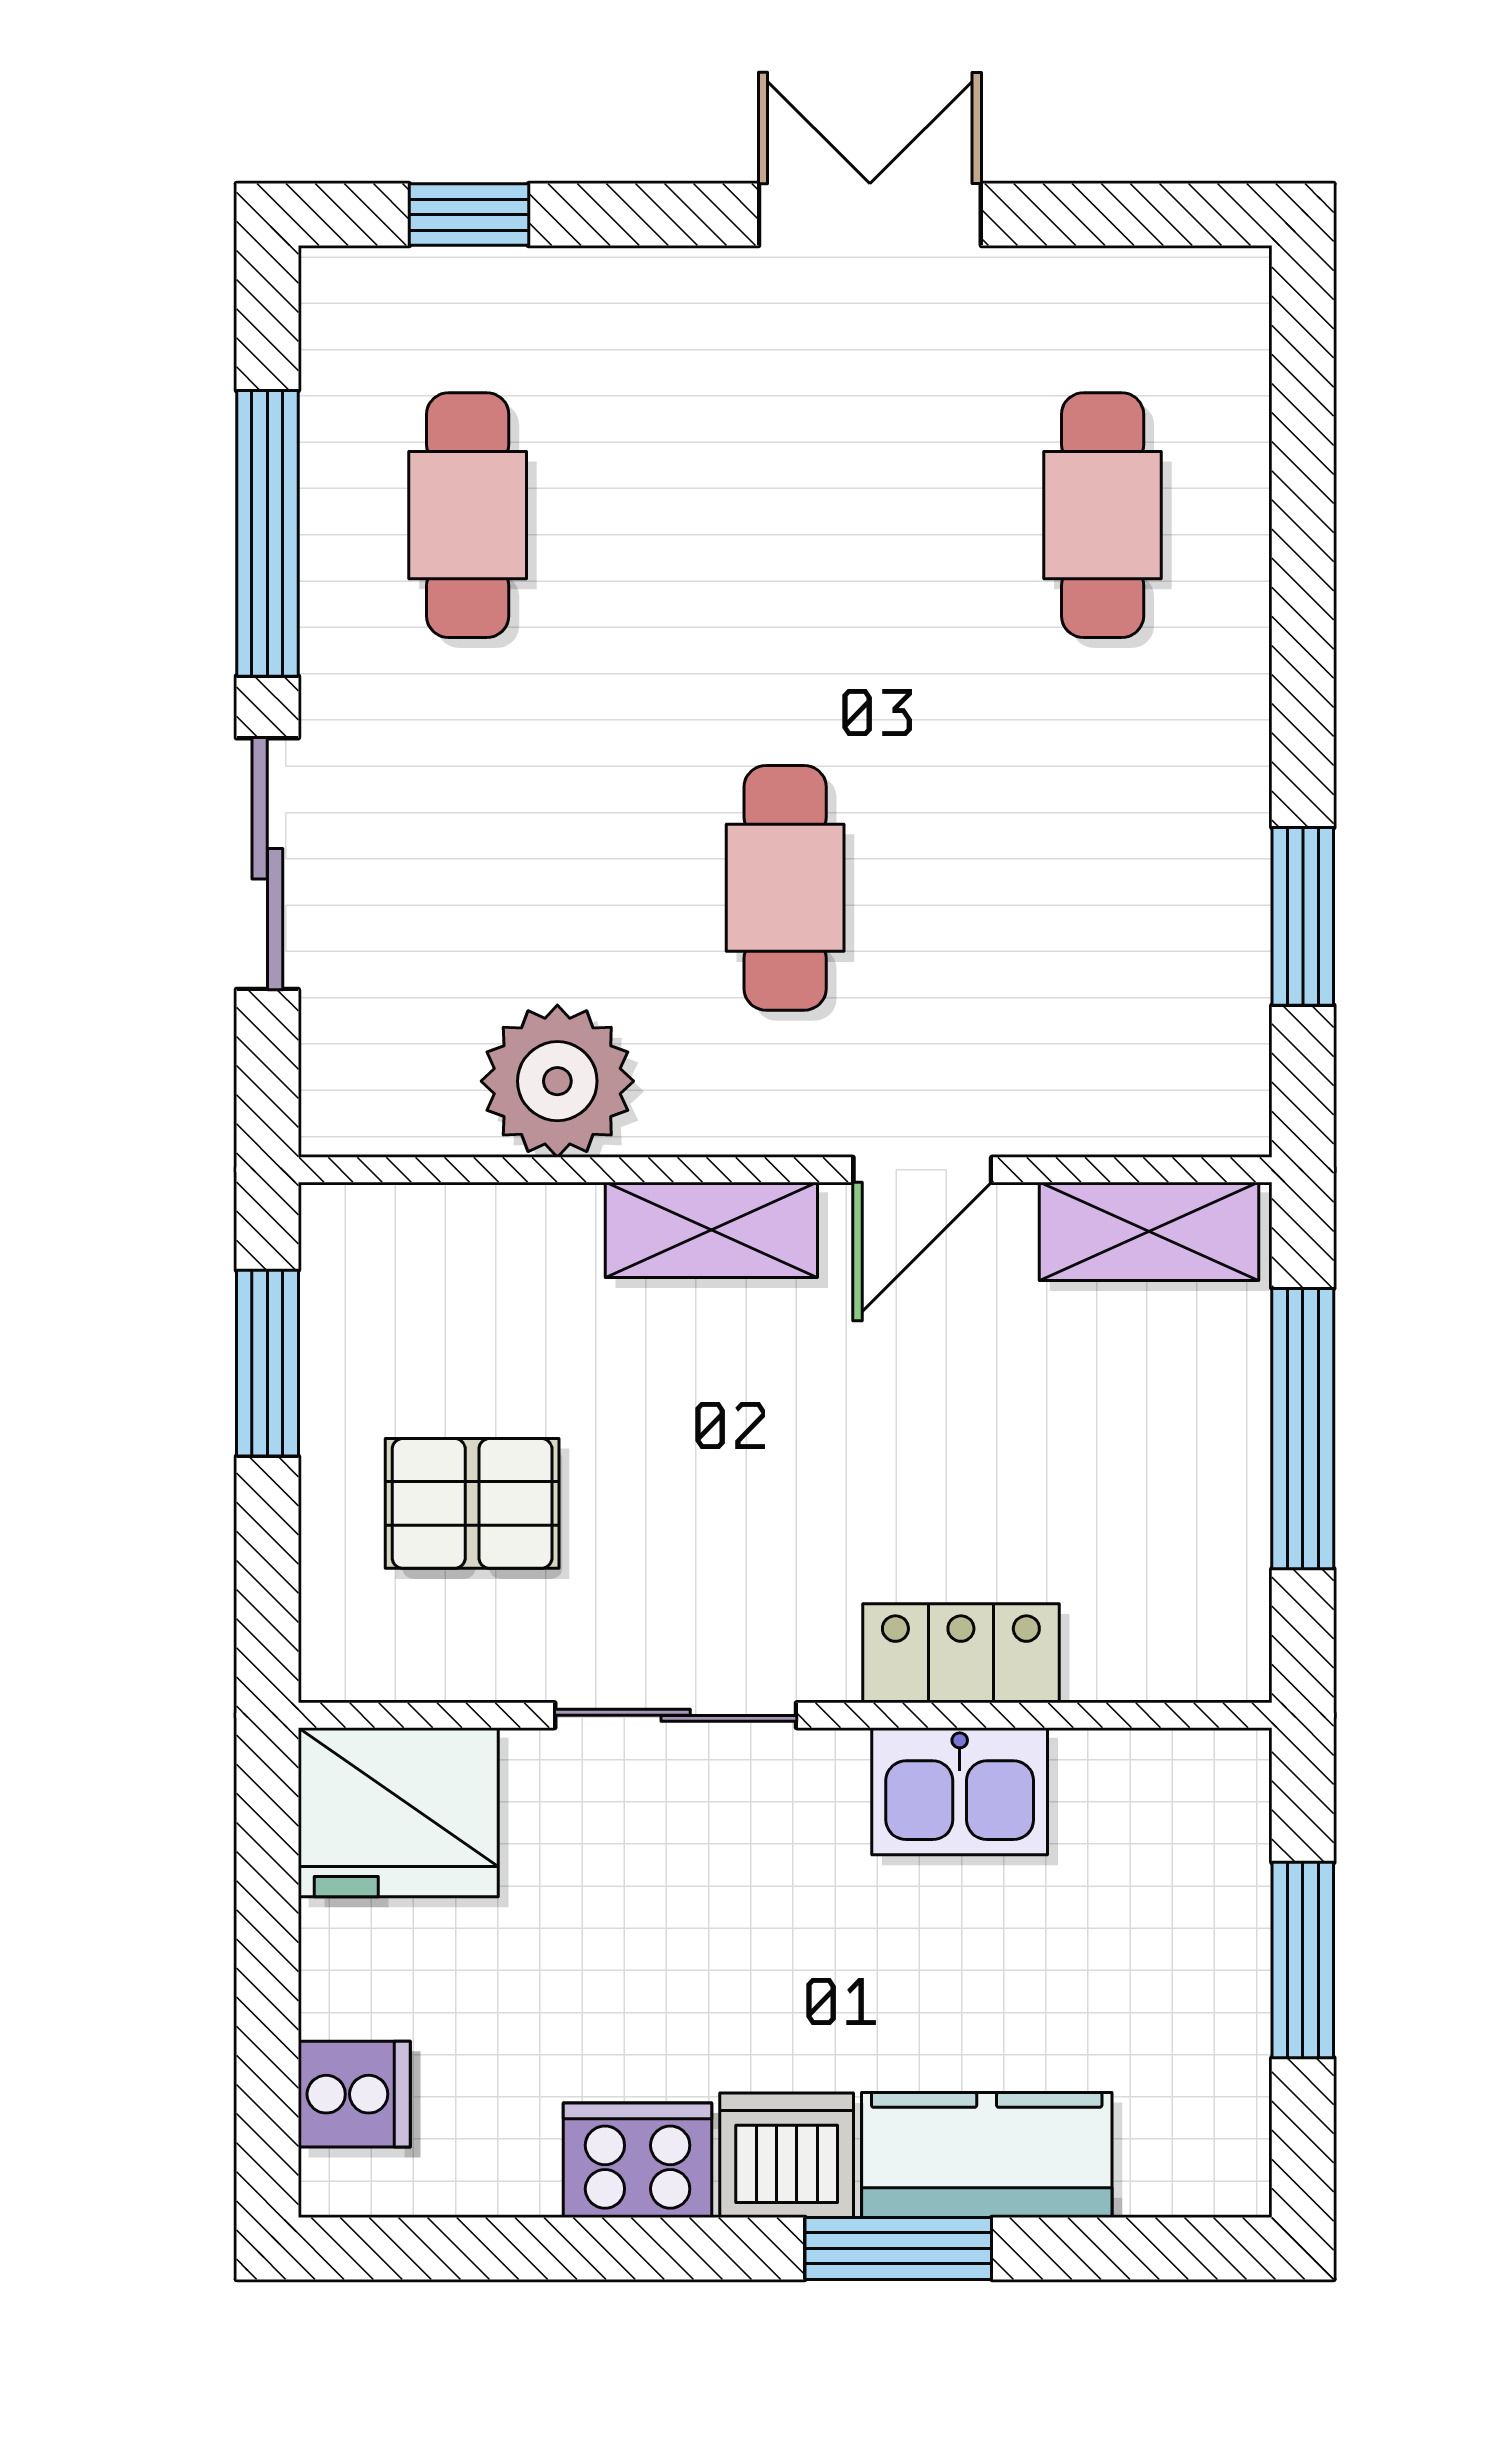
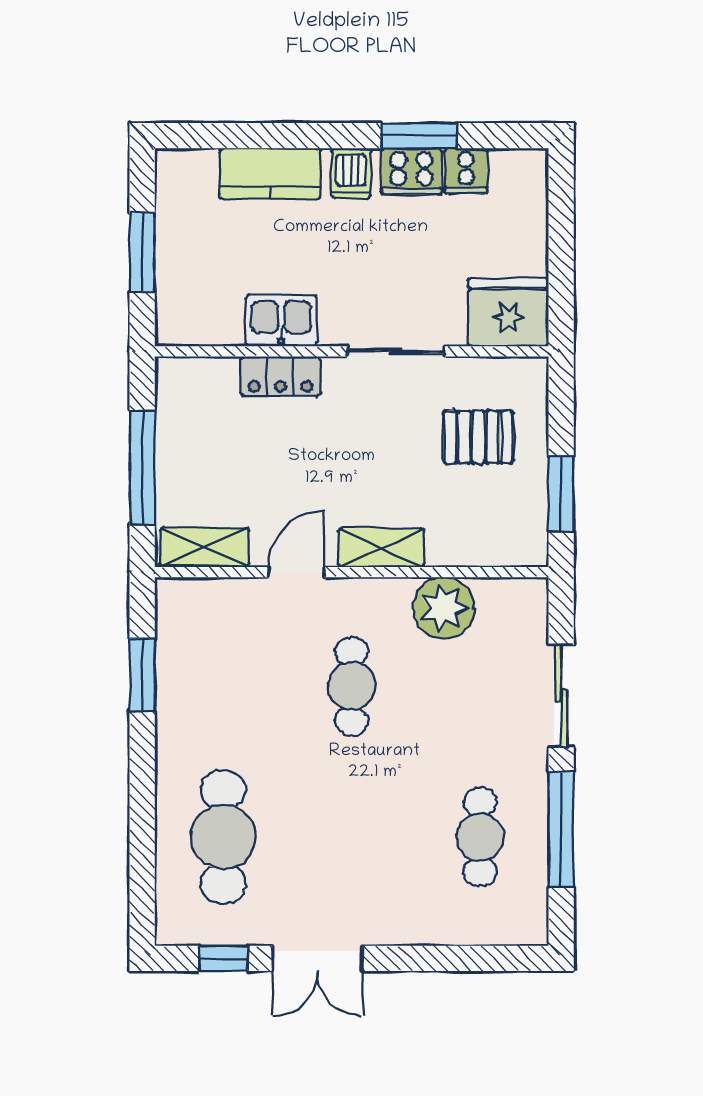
window: (469, 215) -> (223, 958), moved
cafe table: (1103, 515) -> (223, 837), width x1.37, depth x1.35
cooker: (354, 2094) -> (466, 171), moved, turned -90
dishwasher: (787, 2155) -> (351, 173), width x0.73
window: (898, 2248) -> (419, 136), moved

